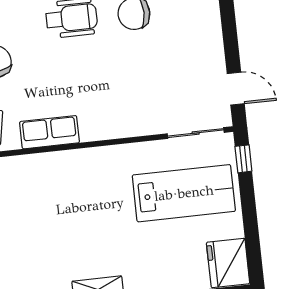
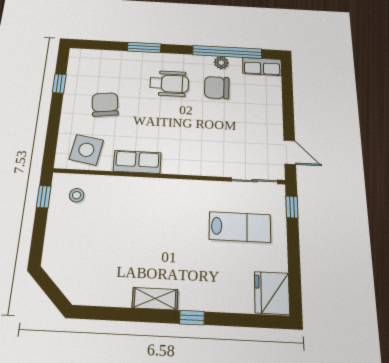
lab bench: (184, 193) -> (240, 227), width x0.73, depth x0.72

